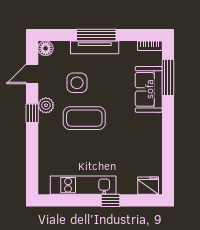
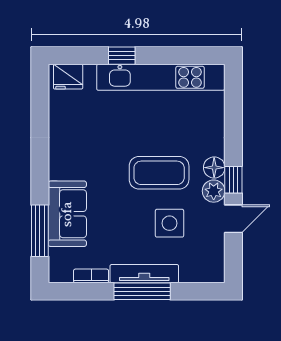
bookcase: (150, 46) -> (91, 276), moved
floor lamp: (46, 48) -> (214, 168), moved
door: (32, 74) -> (233, 219), moved
kitchen unit: (83, 185) -> (161, 77), width x1.36

